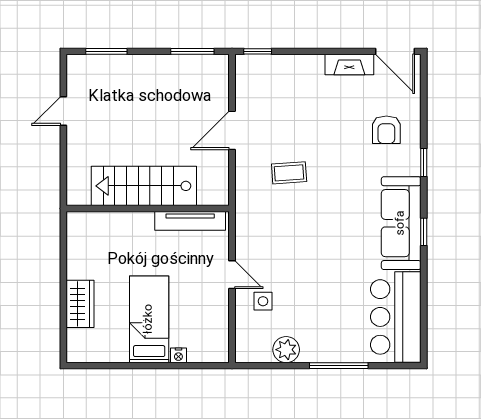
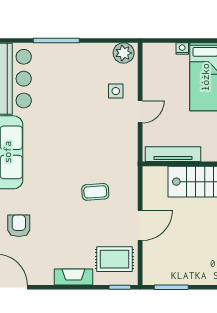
fireplace: (349, 65) -> (73, 277), moved
rug: (265, 87) -> (115, 259), added
door: (232, 275) -> (140, 112), swing flipped
plant: (286, 350) -> (124, 53), moved

